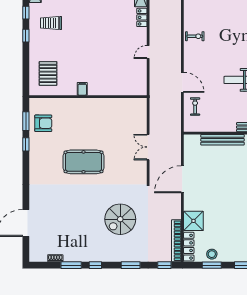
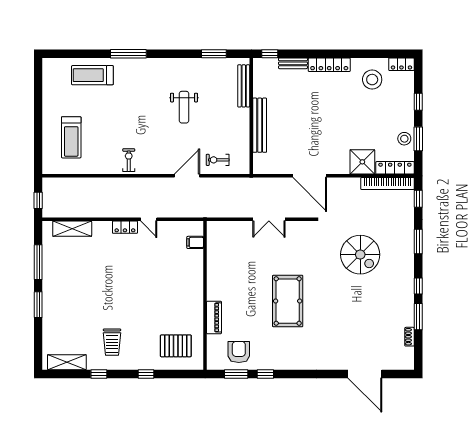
locker: (142, 17) -> (125, 227), moved
window: (26, 36) -> (146, 374), moved
filing cabinet: (82, 89) -> (195, 242), moved
piano: (70, 104) -> (214, 317), added

